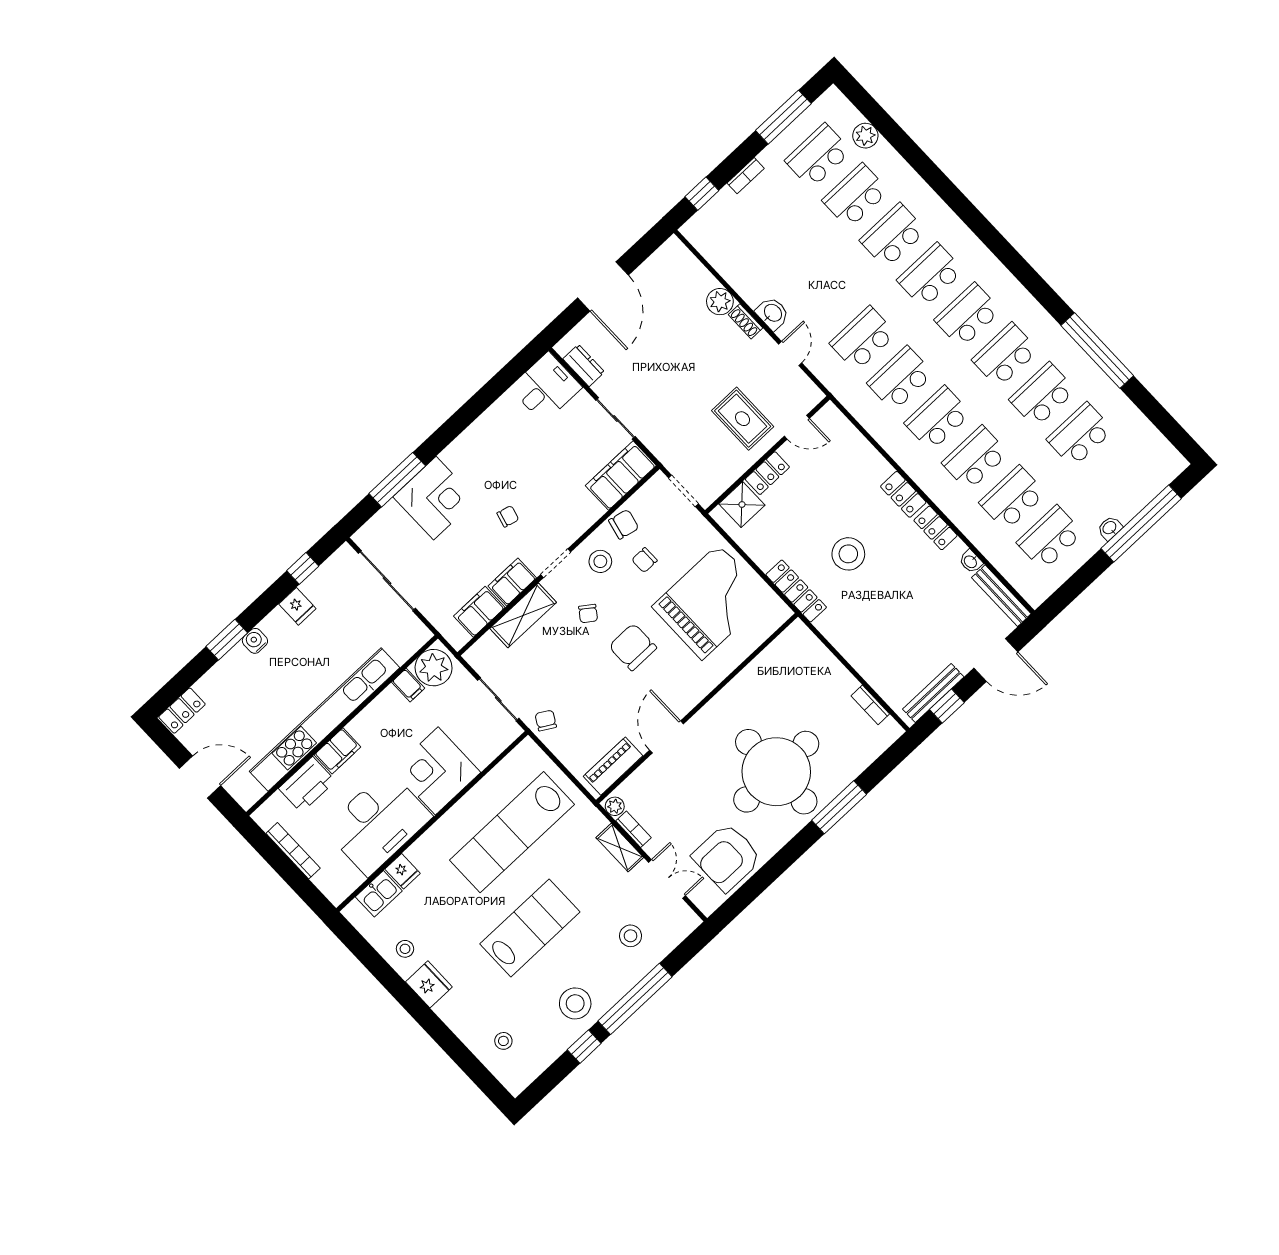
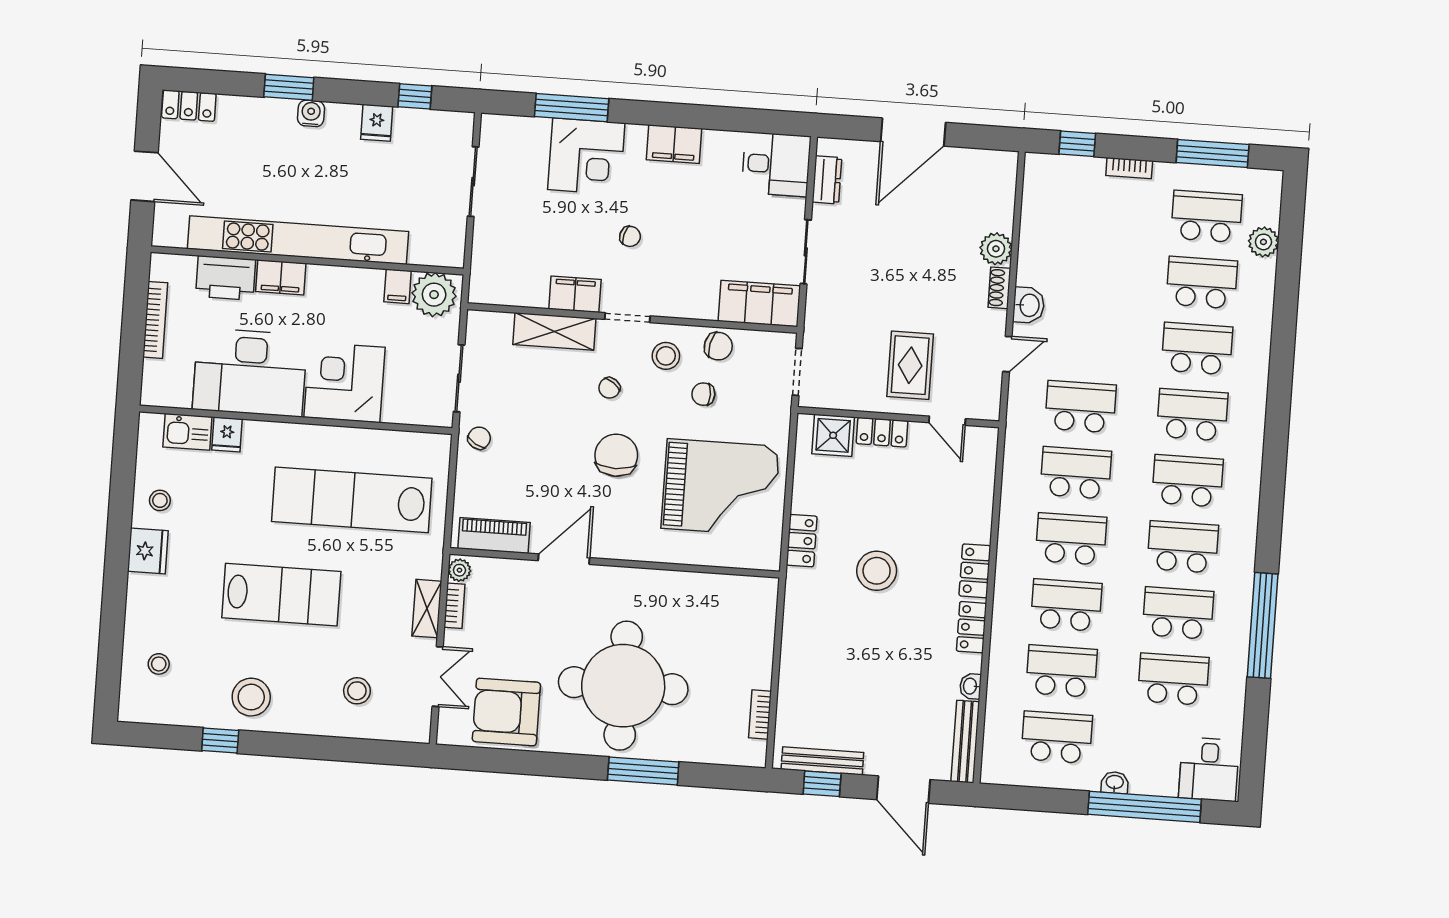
desk: (1154, 464) -> (1209, 769), added
sliding door: (387, 581) -> (473, 182), width x0.73
locker: (796, 591) -> (802, 541), width x0.66
filing cabinet: (479, 612) -> (674, 144), moved, turned 180
window: (635, 999) -> (305, 747), removed

